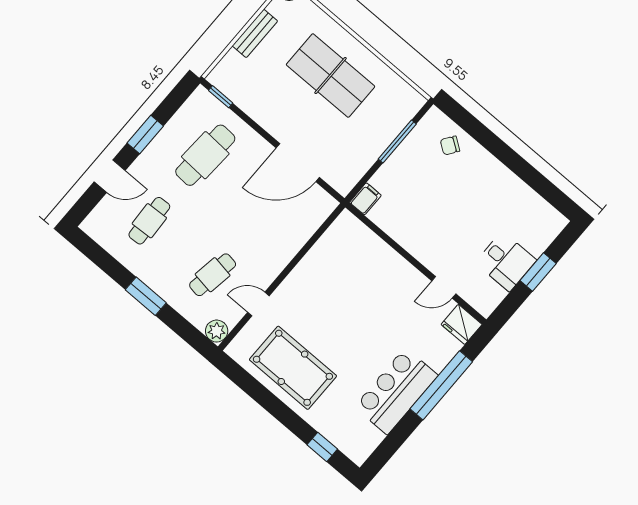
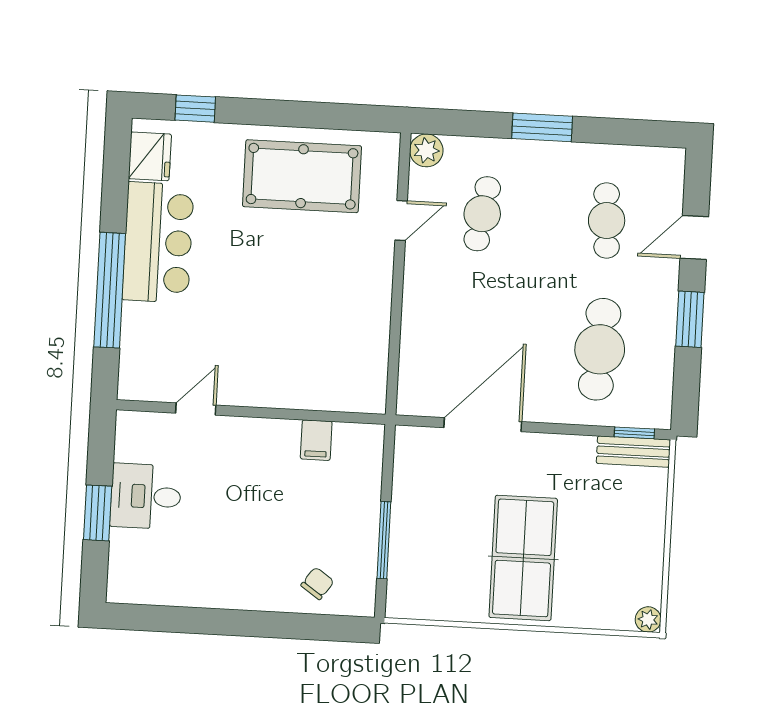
bench: (255, 33) -> (633, 452), moved, turned 90
table tennis table: (331, 76) -> (523, 558), turned 90
filing cabinet: (365, 199) -> (316, 440), moved
fridge: (462, 324) -> (150, 156), moved, turned 90

